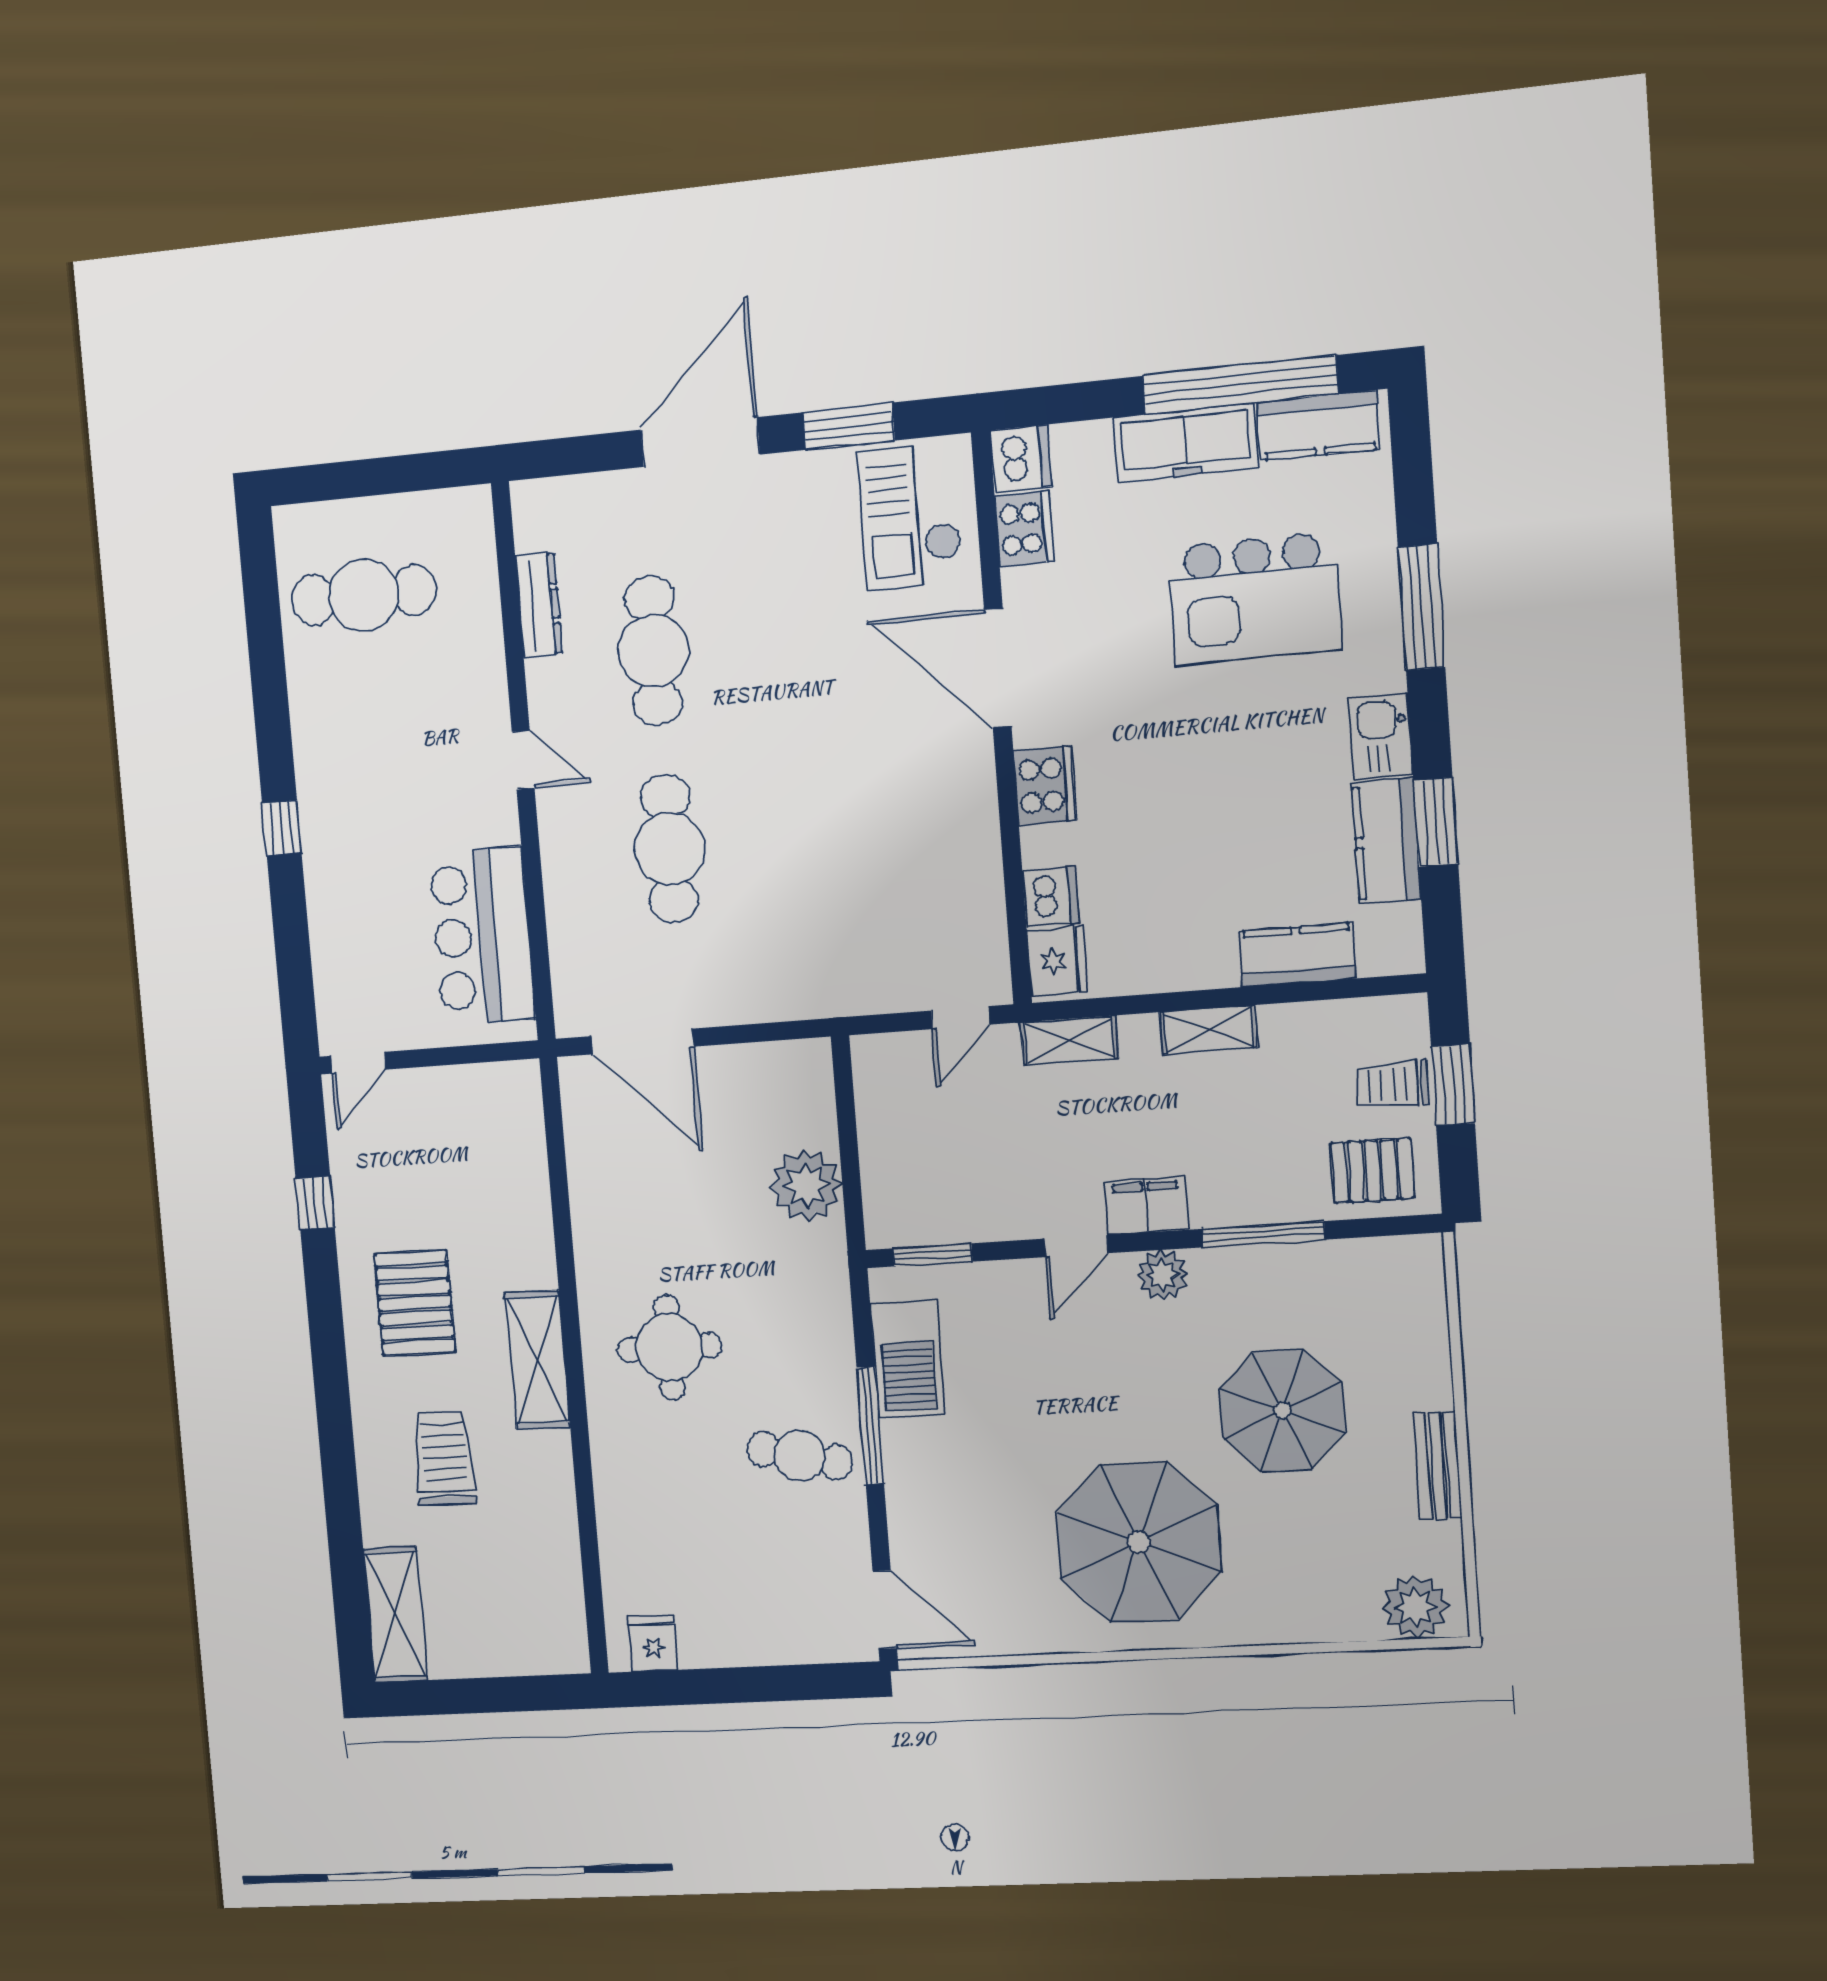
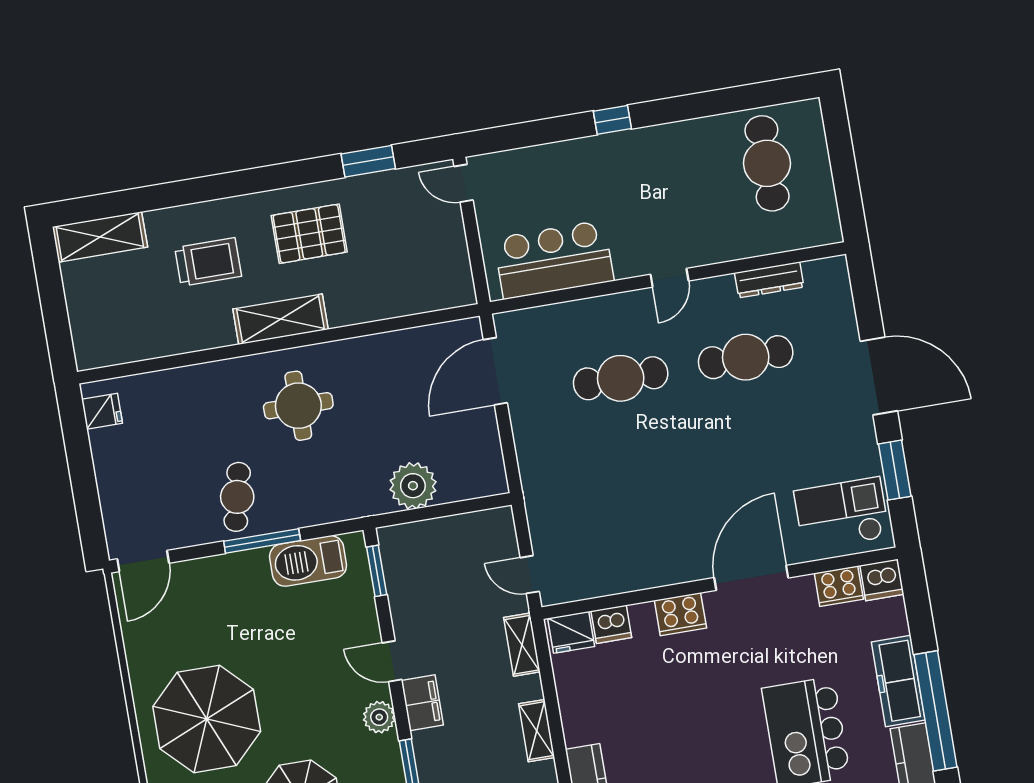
window: (315, 1203) -> (368, 161), width x1.50

